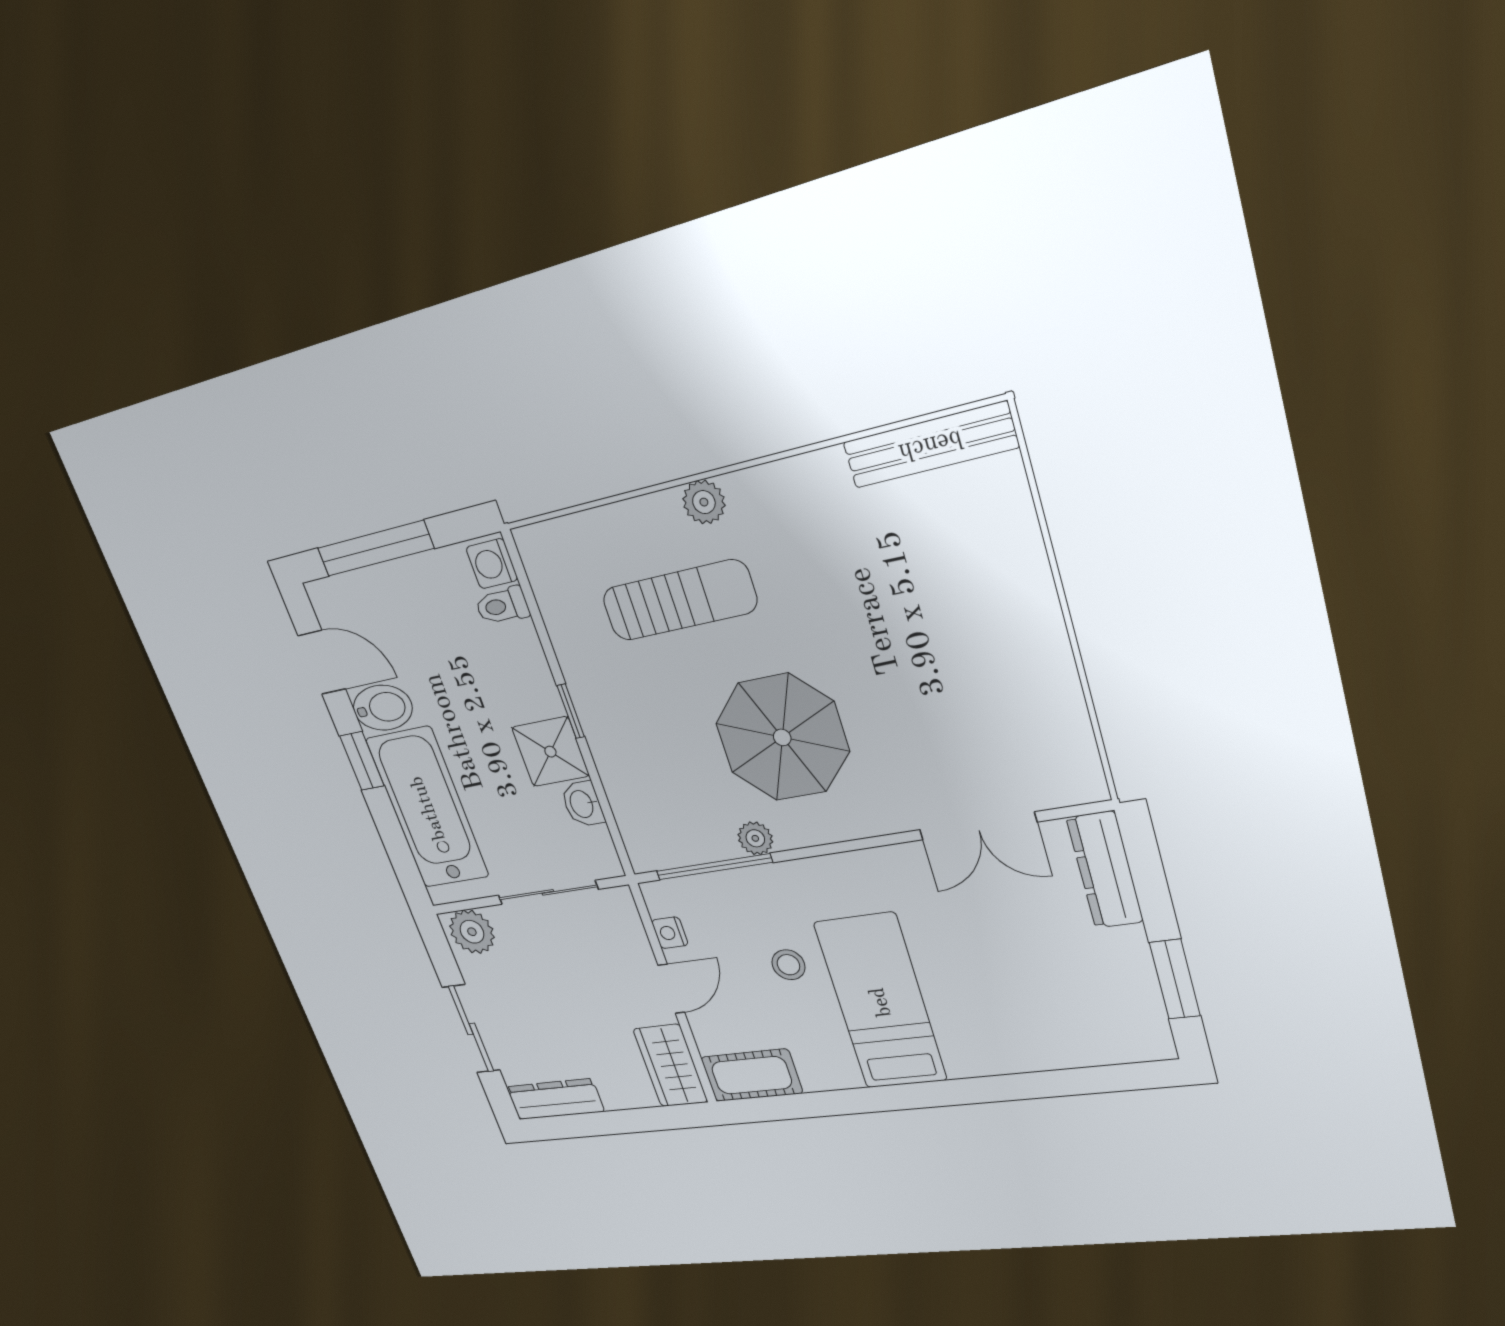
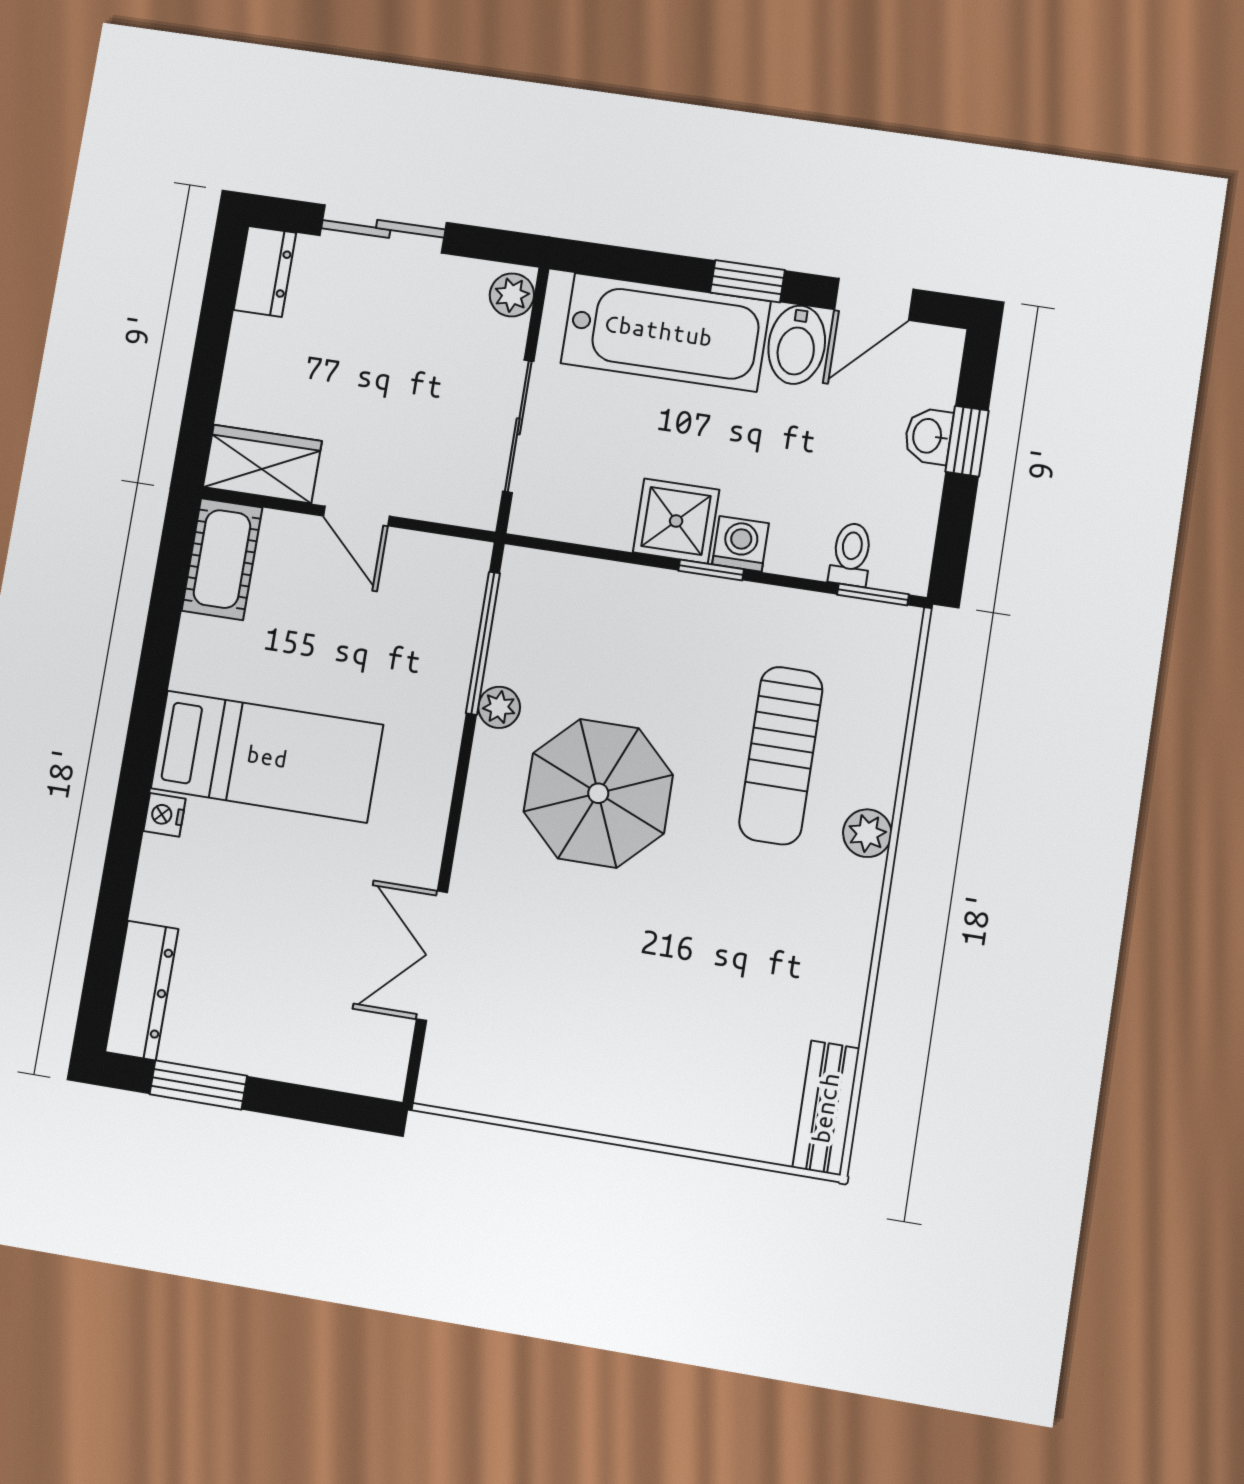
bench: (930, 445) -> (826, 1108), width x0.73
window: (375, 548) -> (967, 441), width x0.46
washing machine: (492, 564) -> (741, 544), moved
window: (522, 576) -> (873, 594), added
washbasin: (582, 804) -> (928, 436), moved, turned -90
dresser: (1105, 870) -> (142, 990), moved, turned 90
plant: (472, 932) -> (512, 295), width x0.73, depth x0.73
nightstand: (670, 933) -> (165, 815), moved, turned -90
stool: (788, 965) -> (343, 672), removed
dresser: (555, 1099) -> (265, 271), width x0.70

